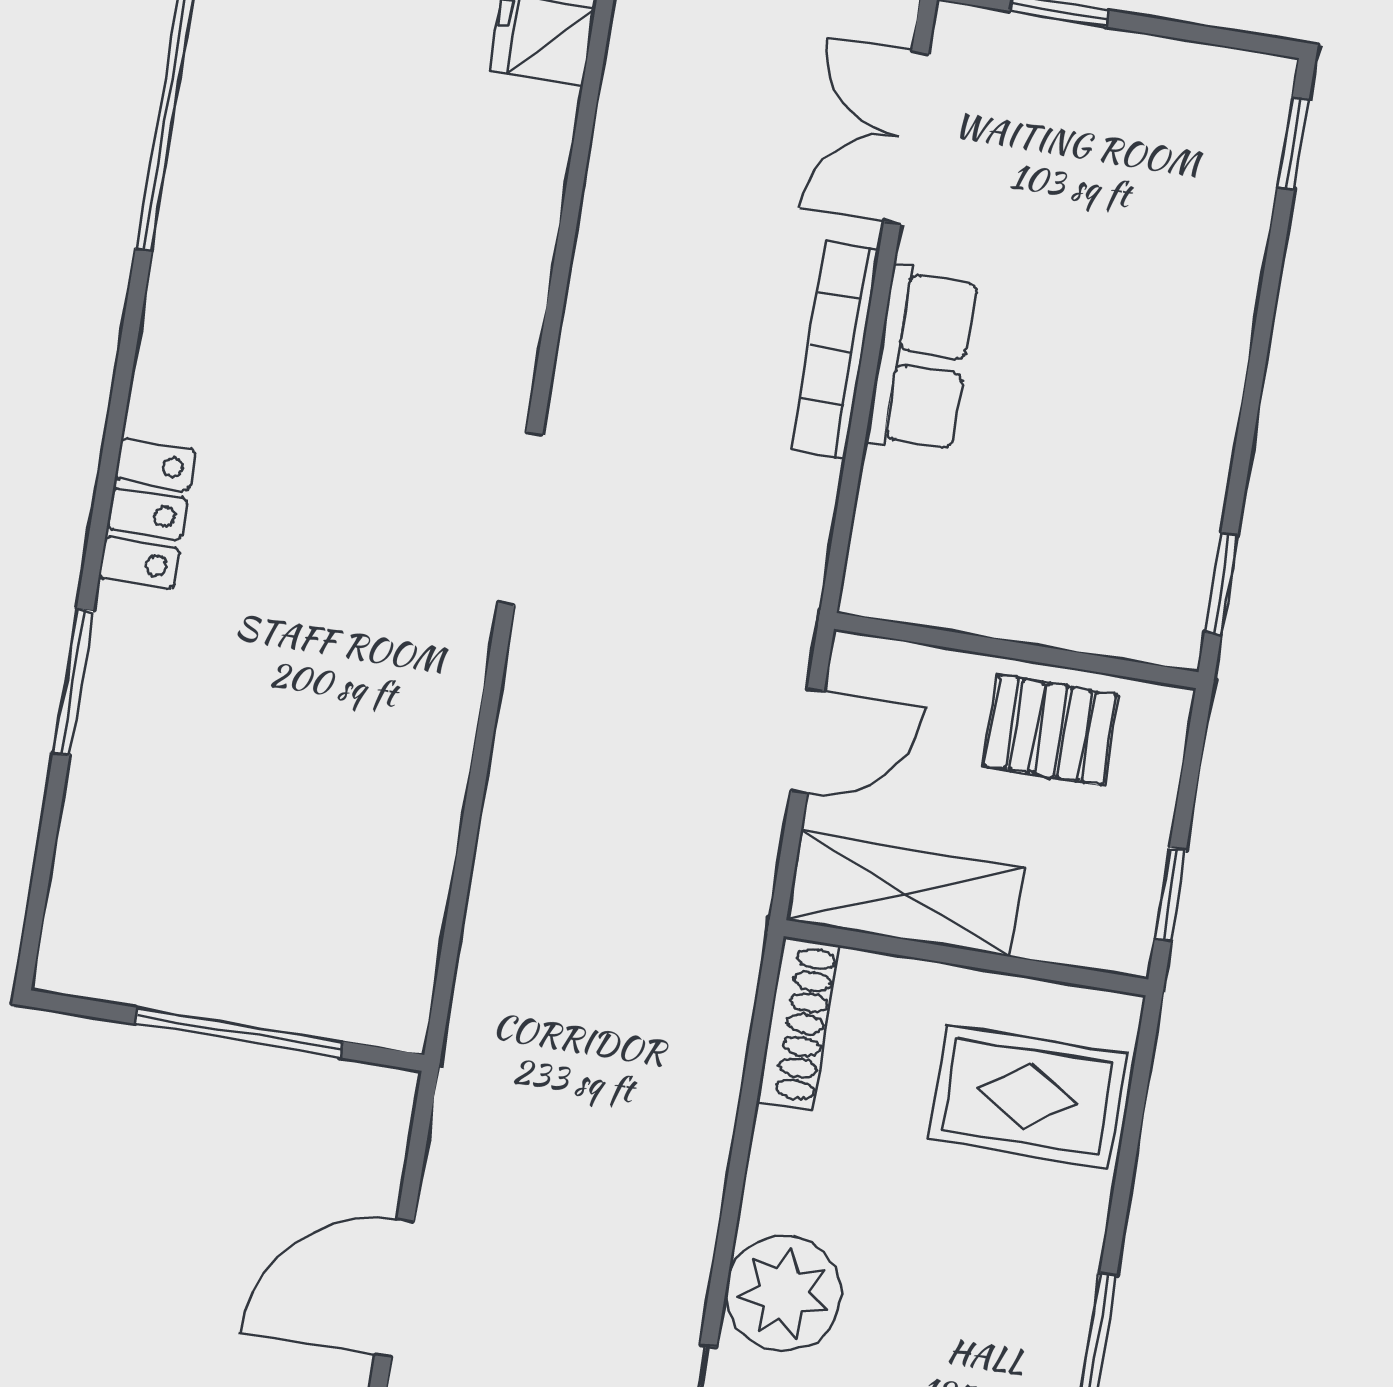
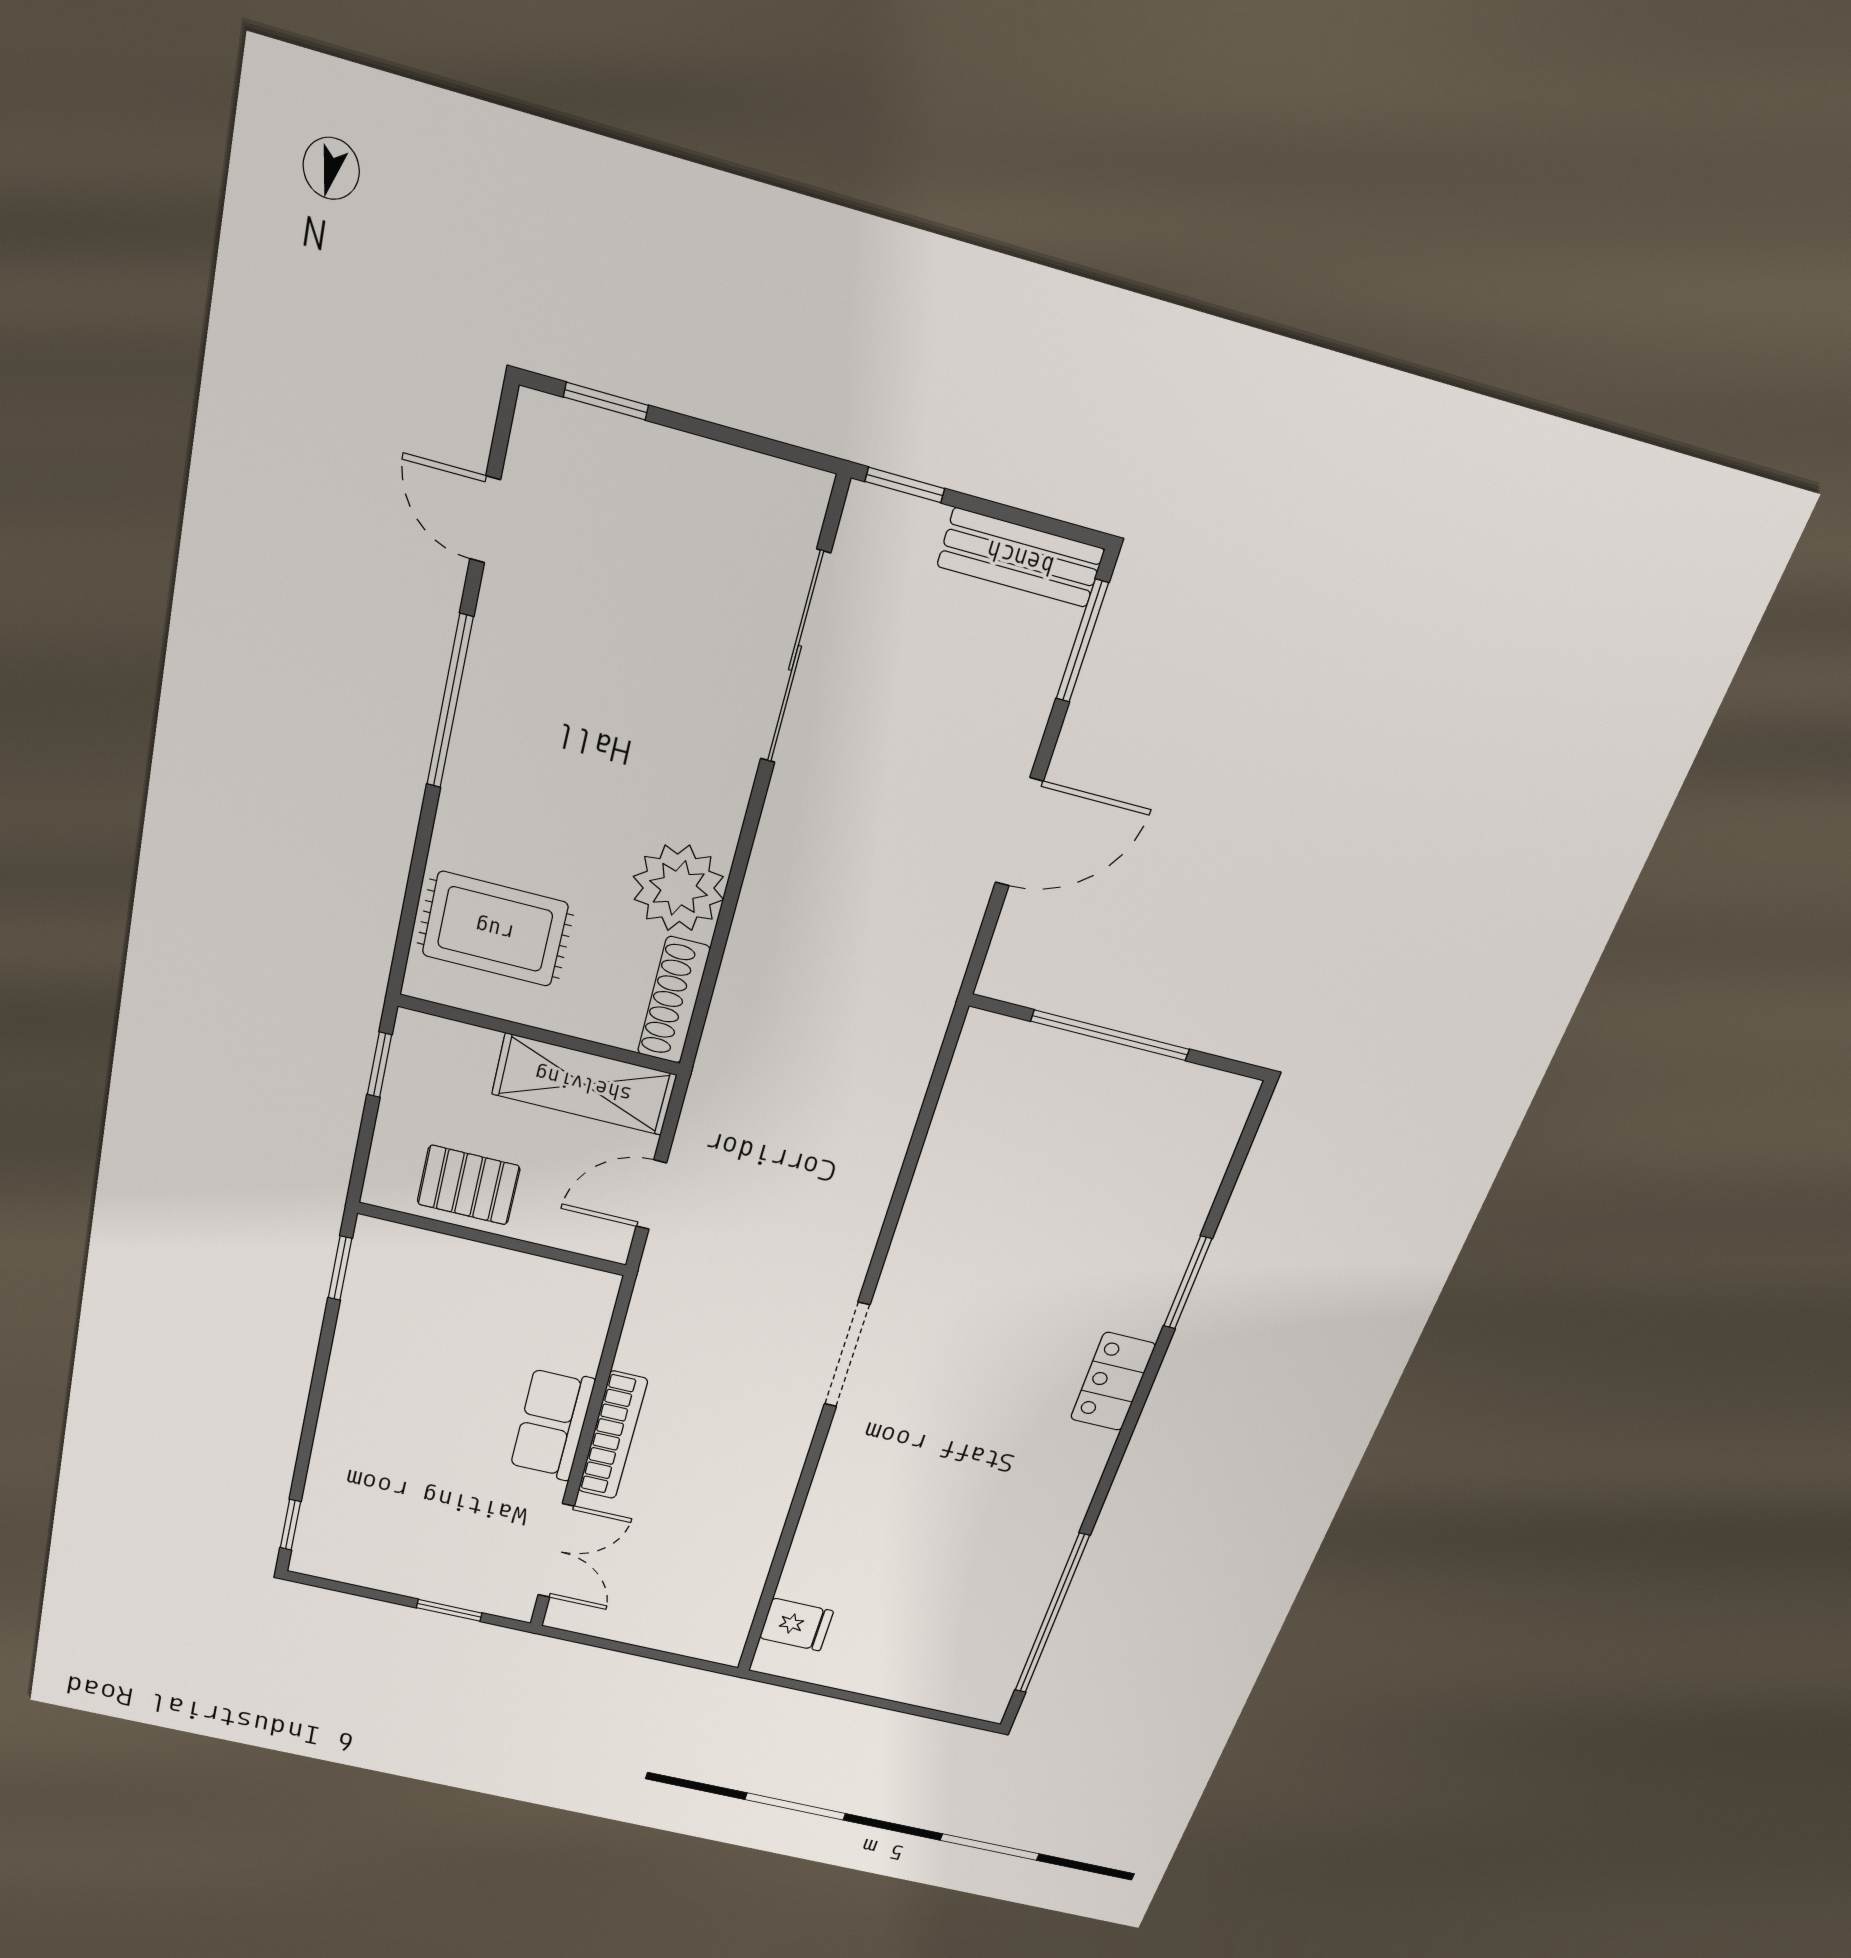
plant: (783, 1293) -> (679, 888), moved

